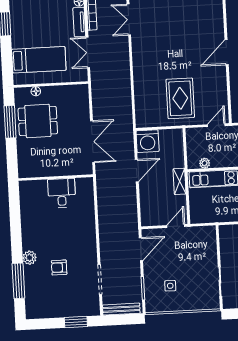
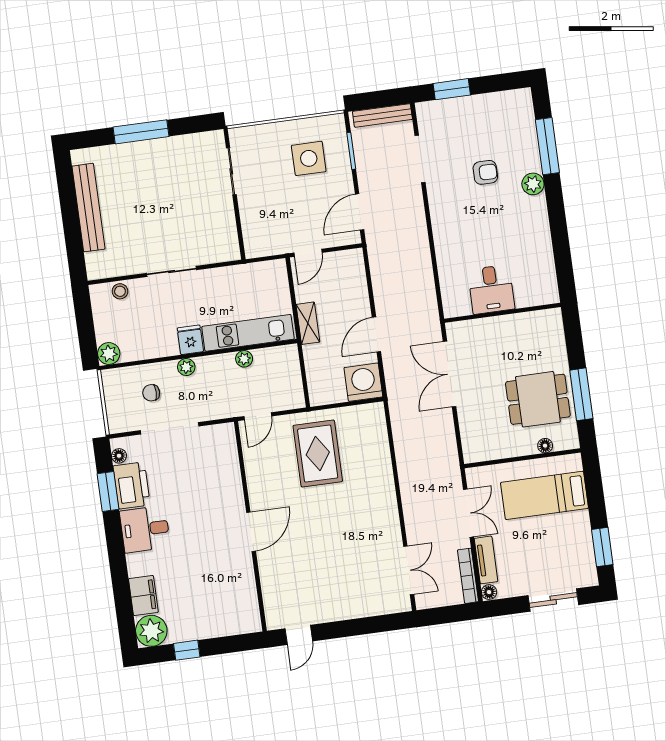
plant: (205, 163) -> (244, 359), moved
side table: (170, 286) -> (309, 158), width x1.87, depth x1.87

